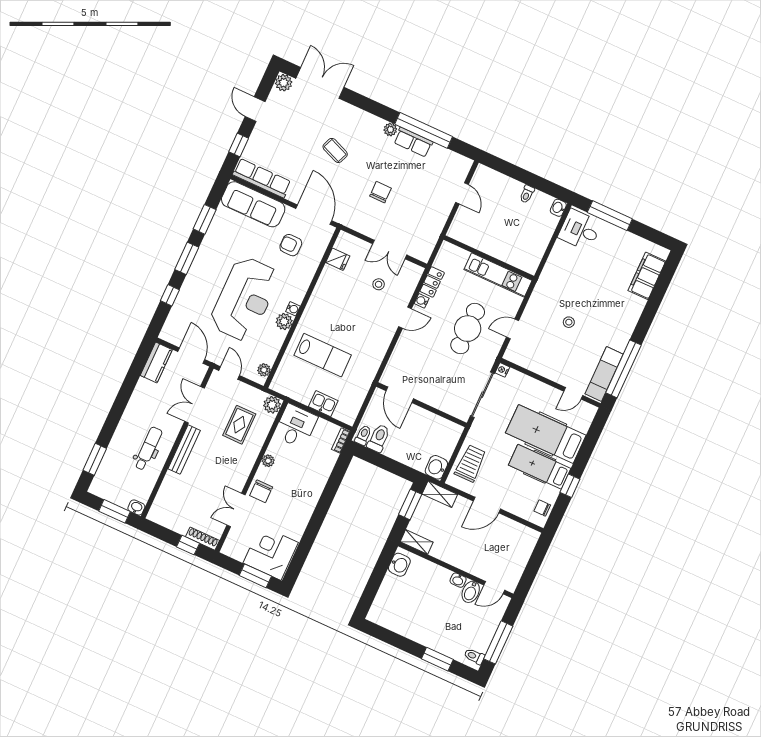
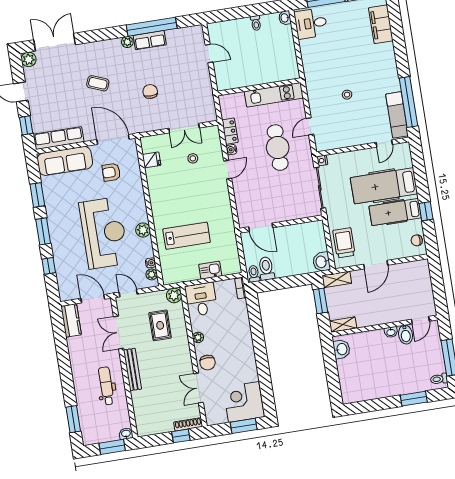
water cooler: (293, 309) -> (151, 263), moved

